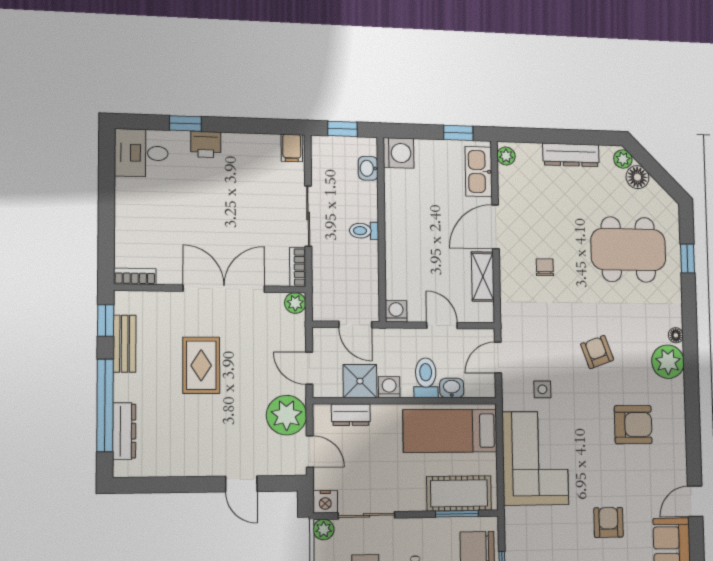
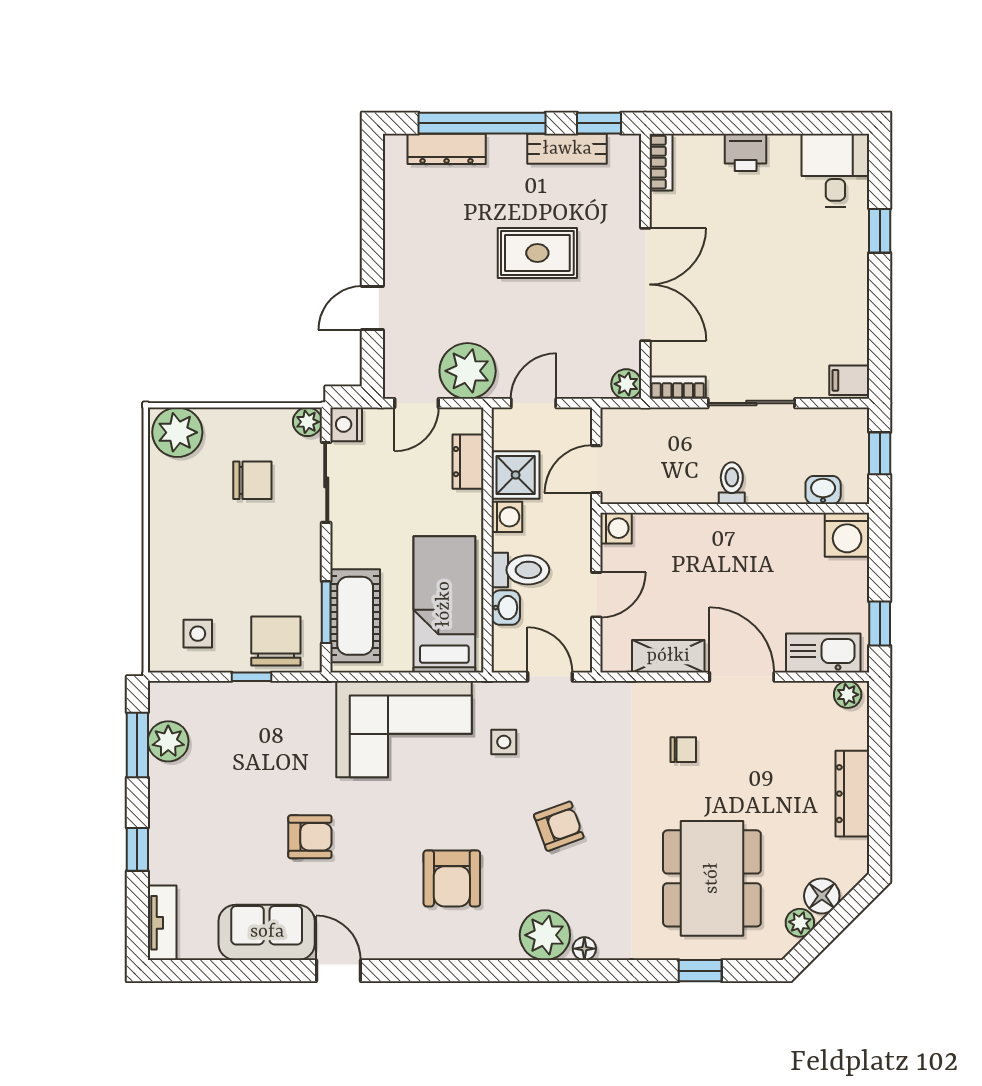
printer: (206, 144) -> (746, 152), moved, turned -90
plant: (623, 159) -> (800, 923), moved

